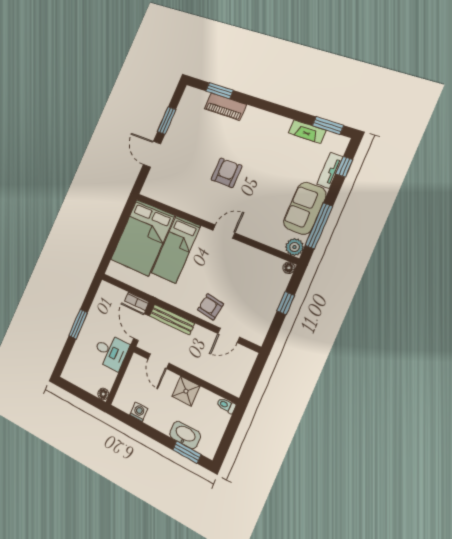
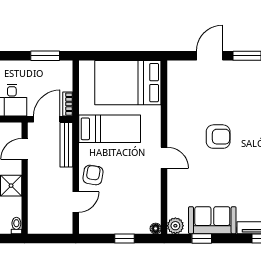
window: (319, 226) -> (202, 239), width x0.46
bed: (176, 249) -> (110, 129), moved, turned 180
window: (78, 324) -> (45, 56), moved
door: (229, 335) -> (76, 202), swing flipped

